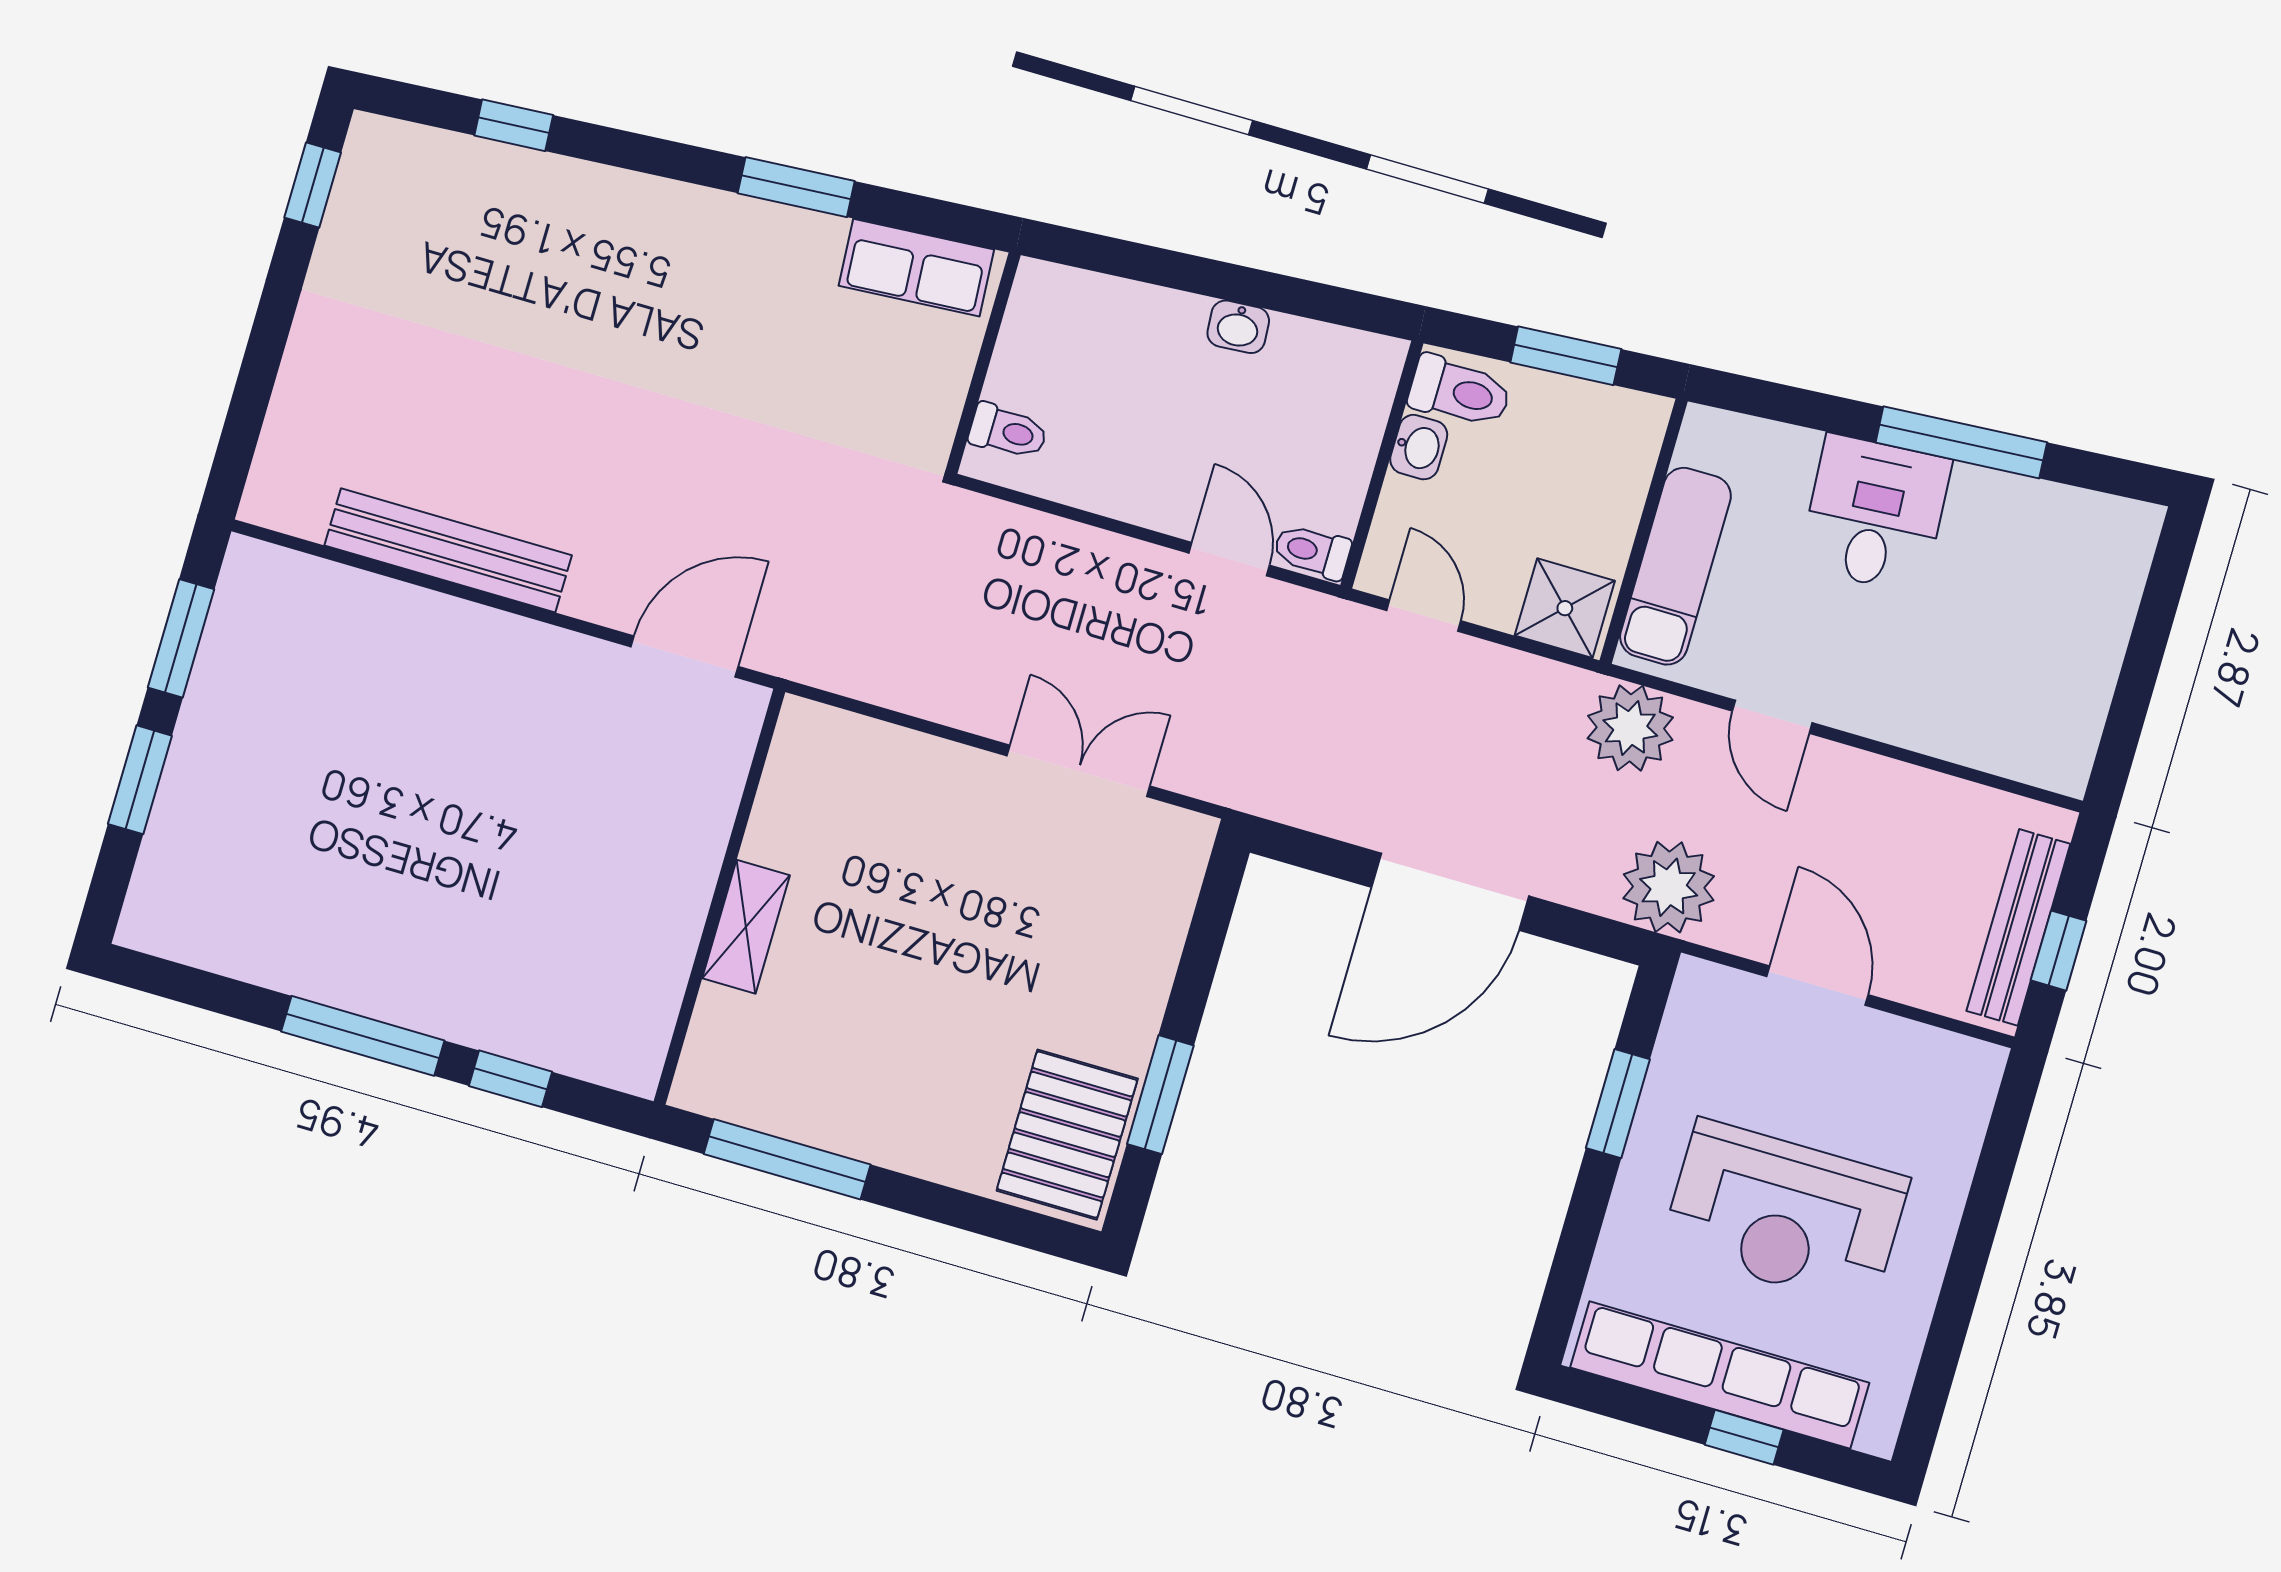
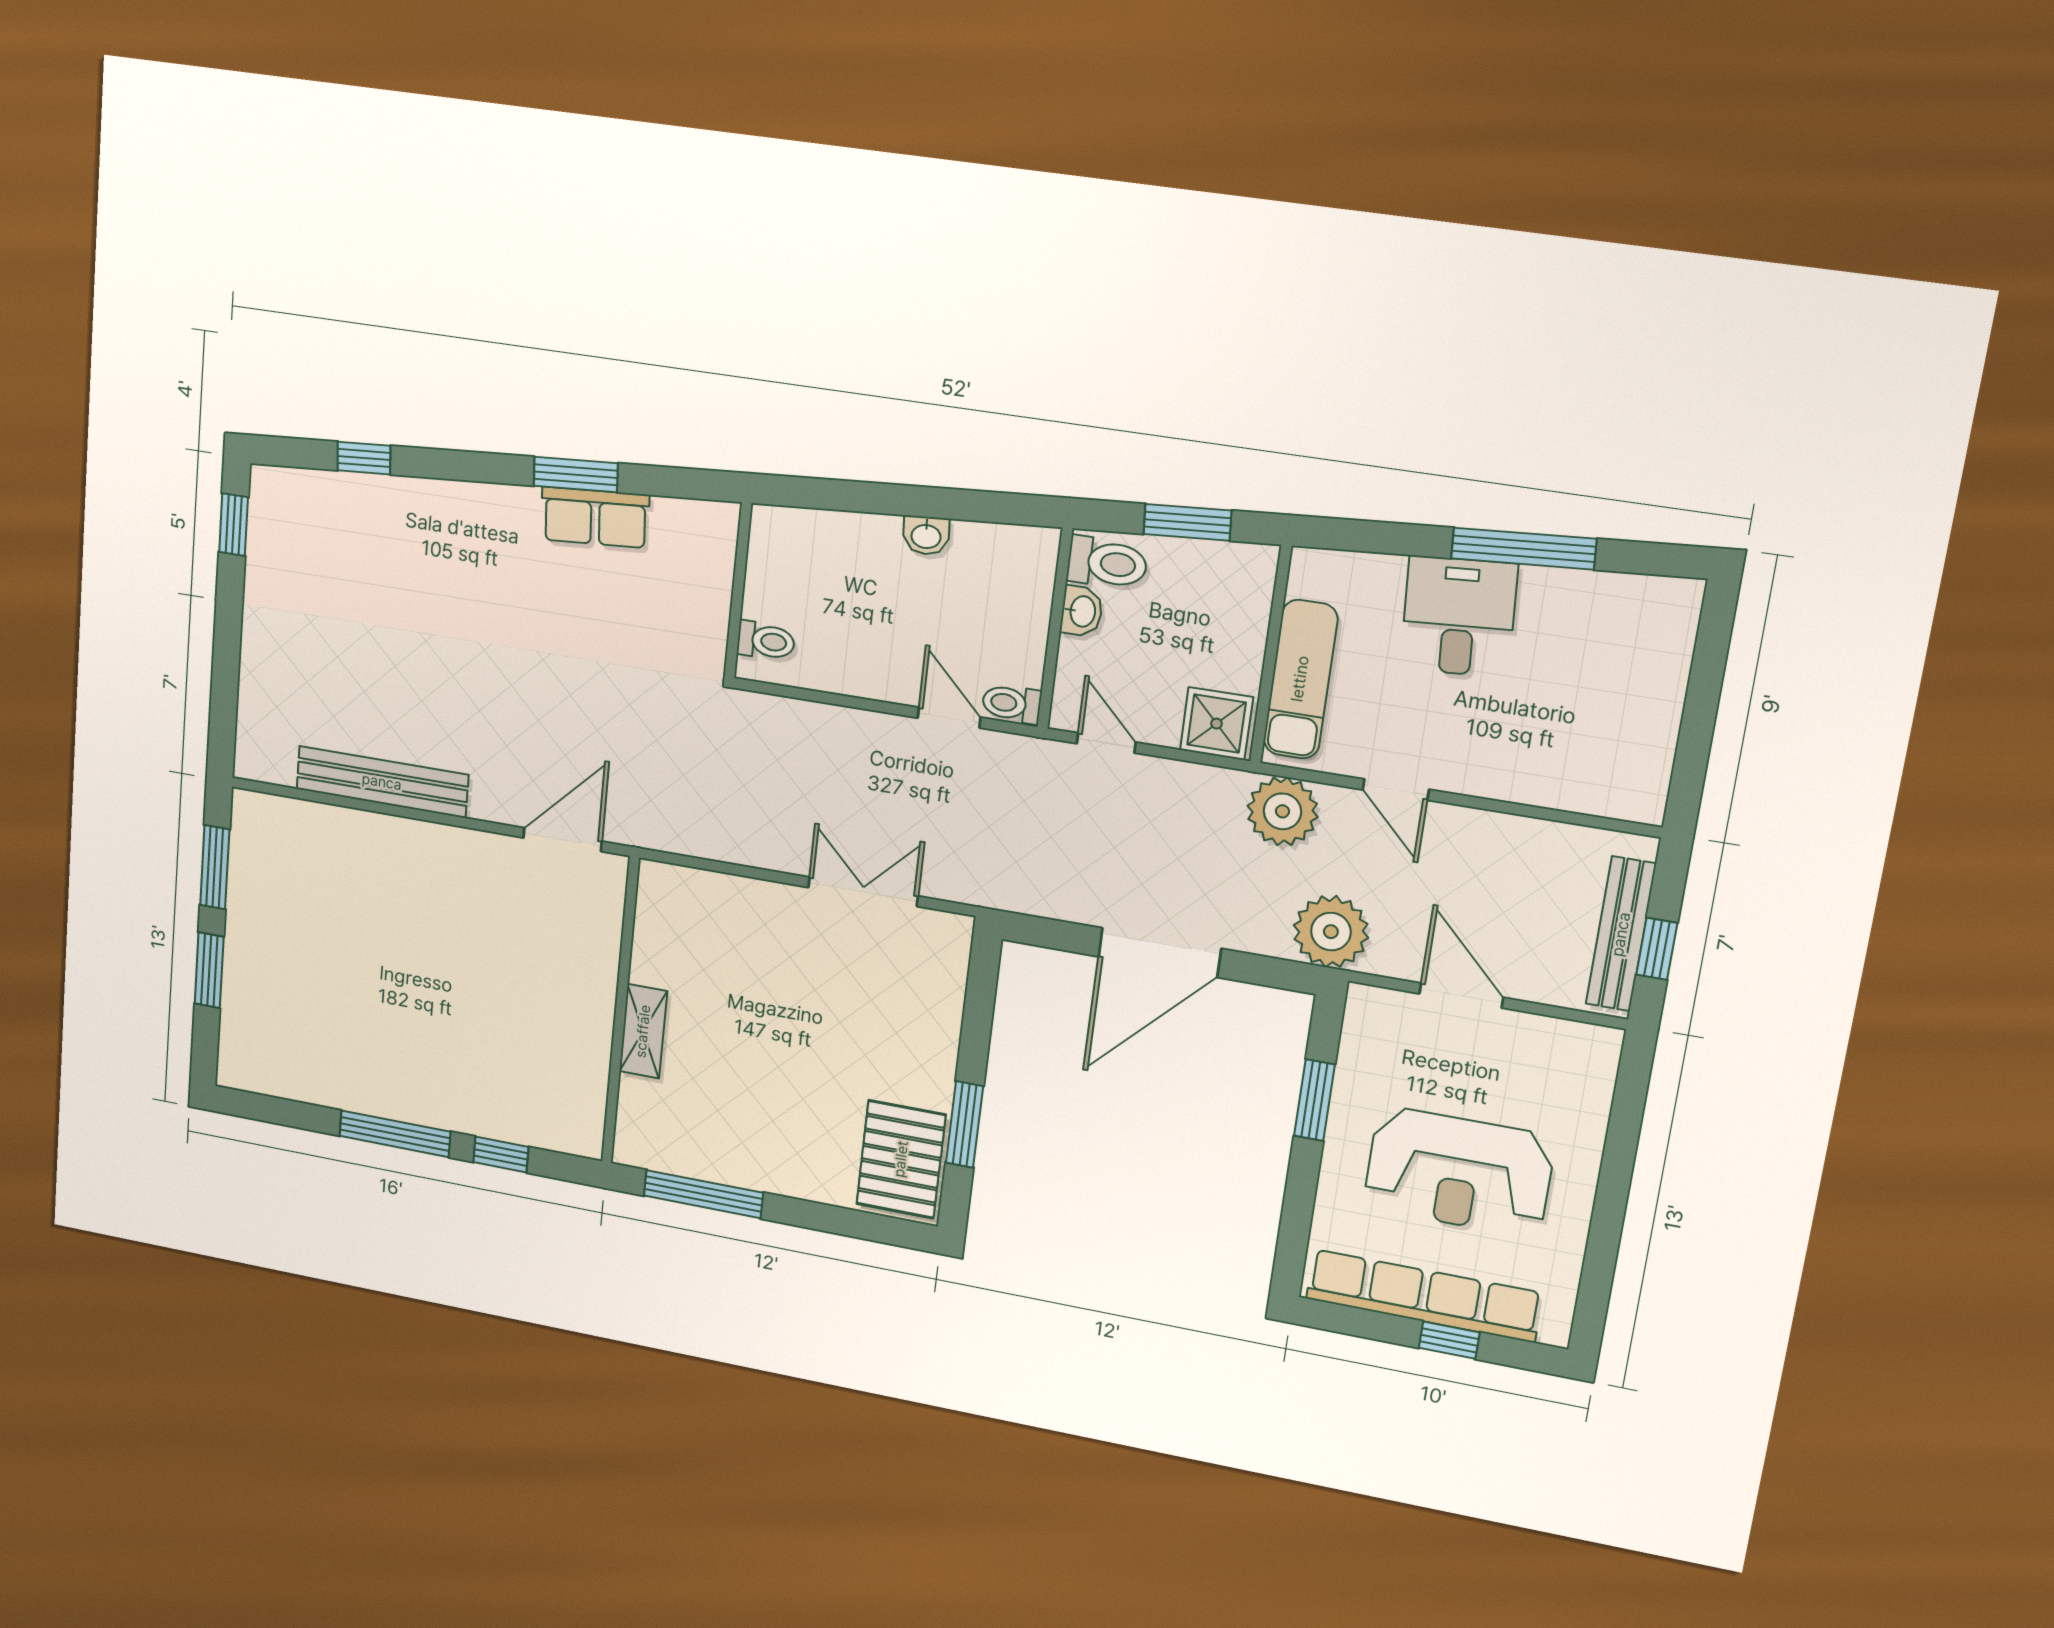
row of seats: (916, 268) -> (595, 517), moved

